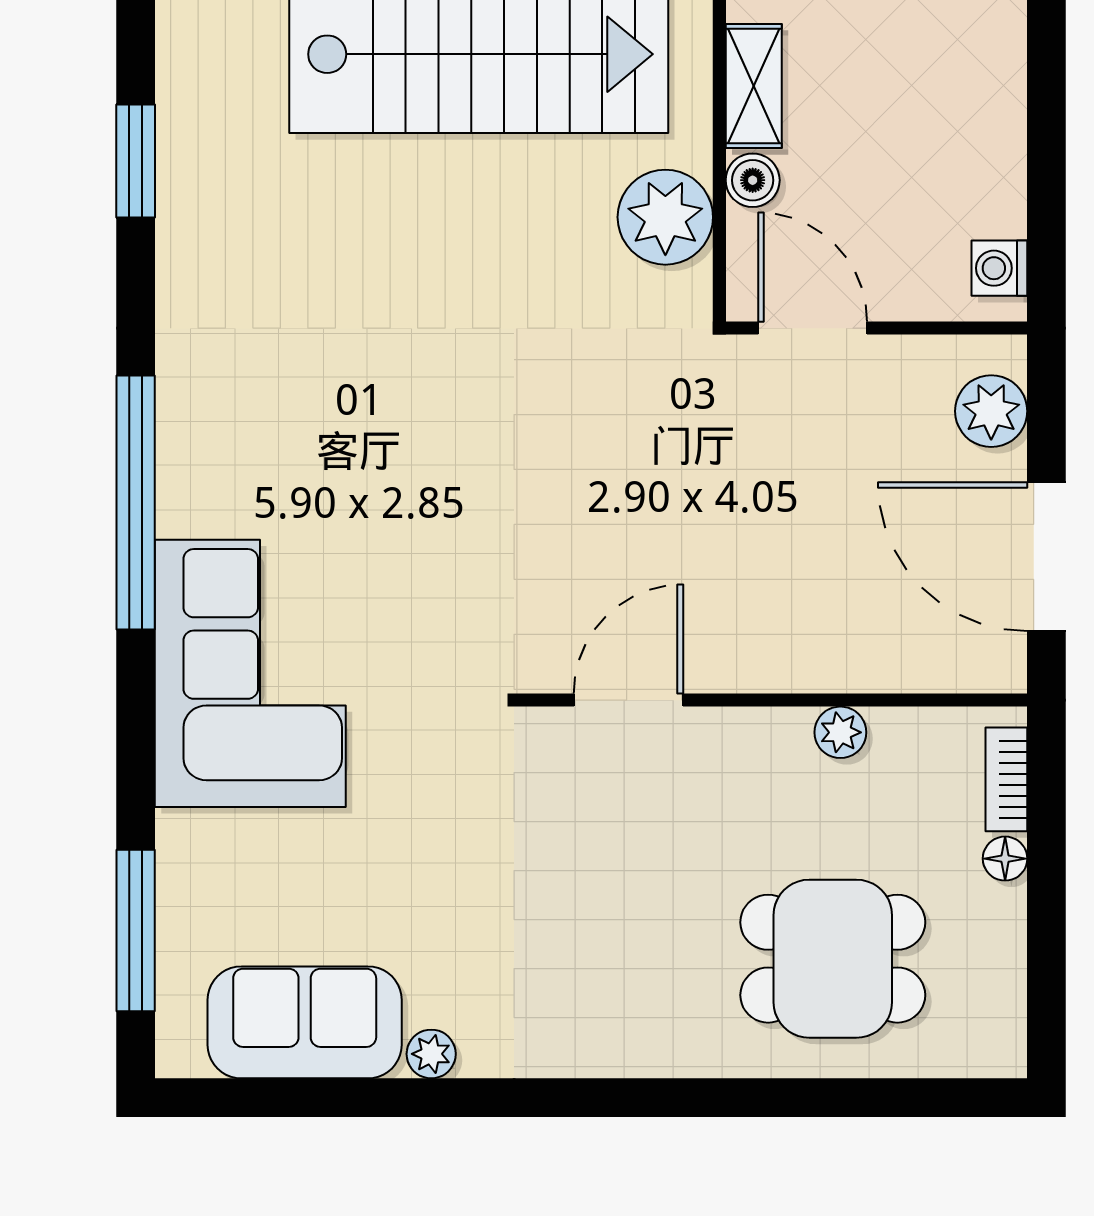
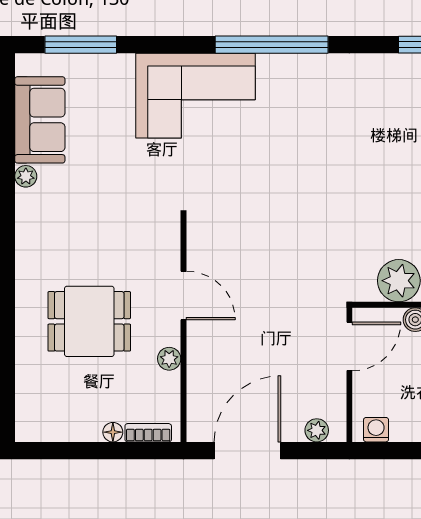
plant: (991, 411) -> (317, 430), width x0.73, depth x0.73
door: (628, 700) -> (184, 295), moved
dining table: (833, 959) -> (89, 321), moved, turned 90

